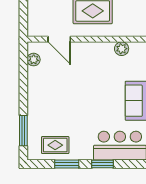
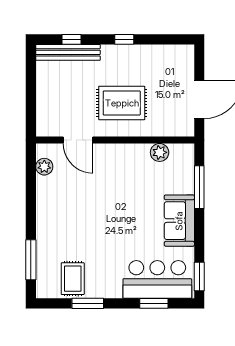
rug: (55, 145) -> (73, 279), turned 90
window: (102, 164) -> (154, 303), moved

